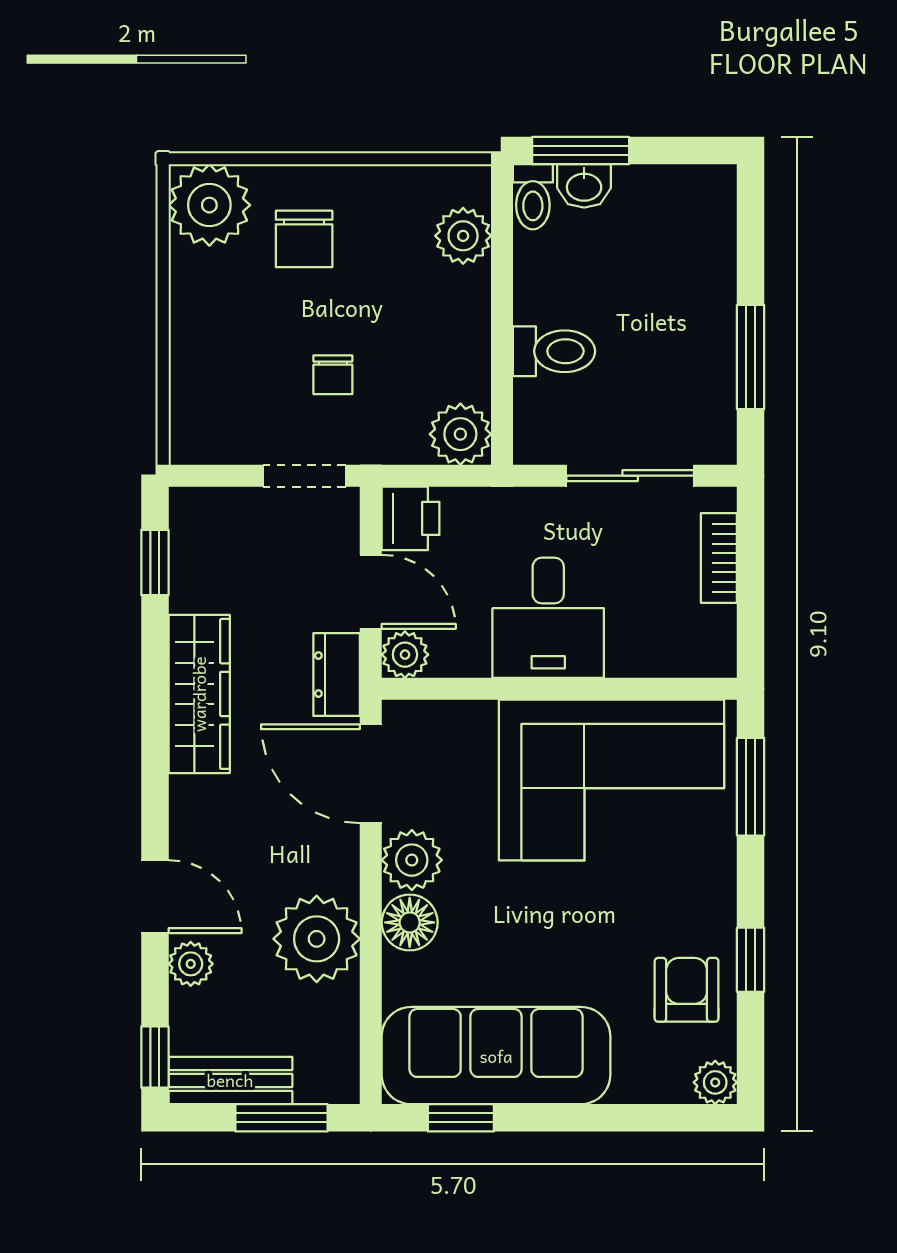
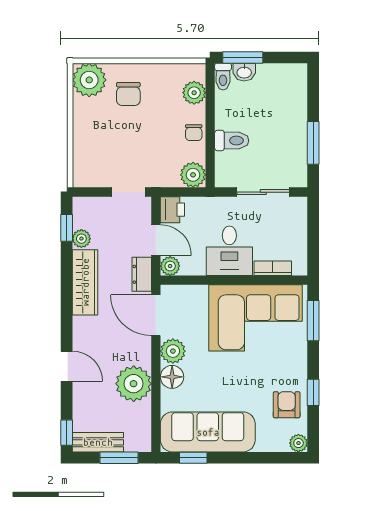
chair: (333, 375) -> (194, 133), moved
bookcase: (719, 558) -> (273, 268), moved, turned 90
plant: (191, 964) -> (81, 239), moved

